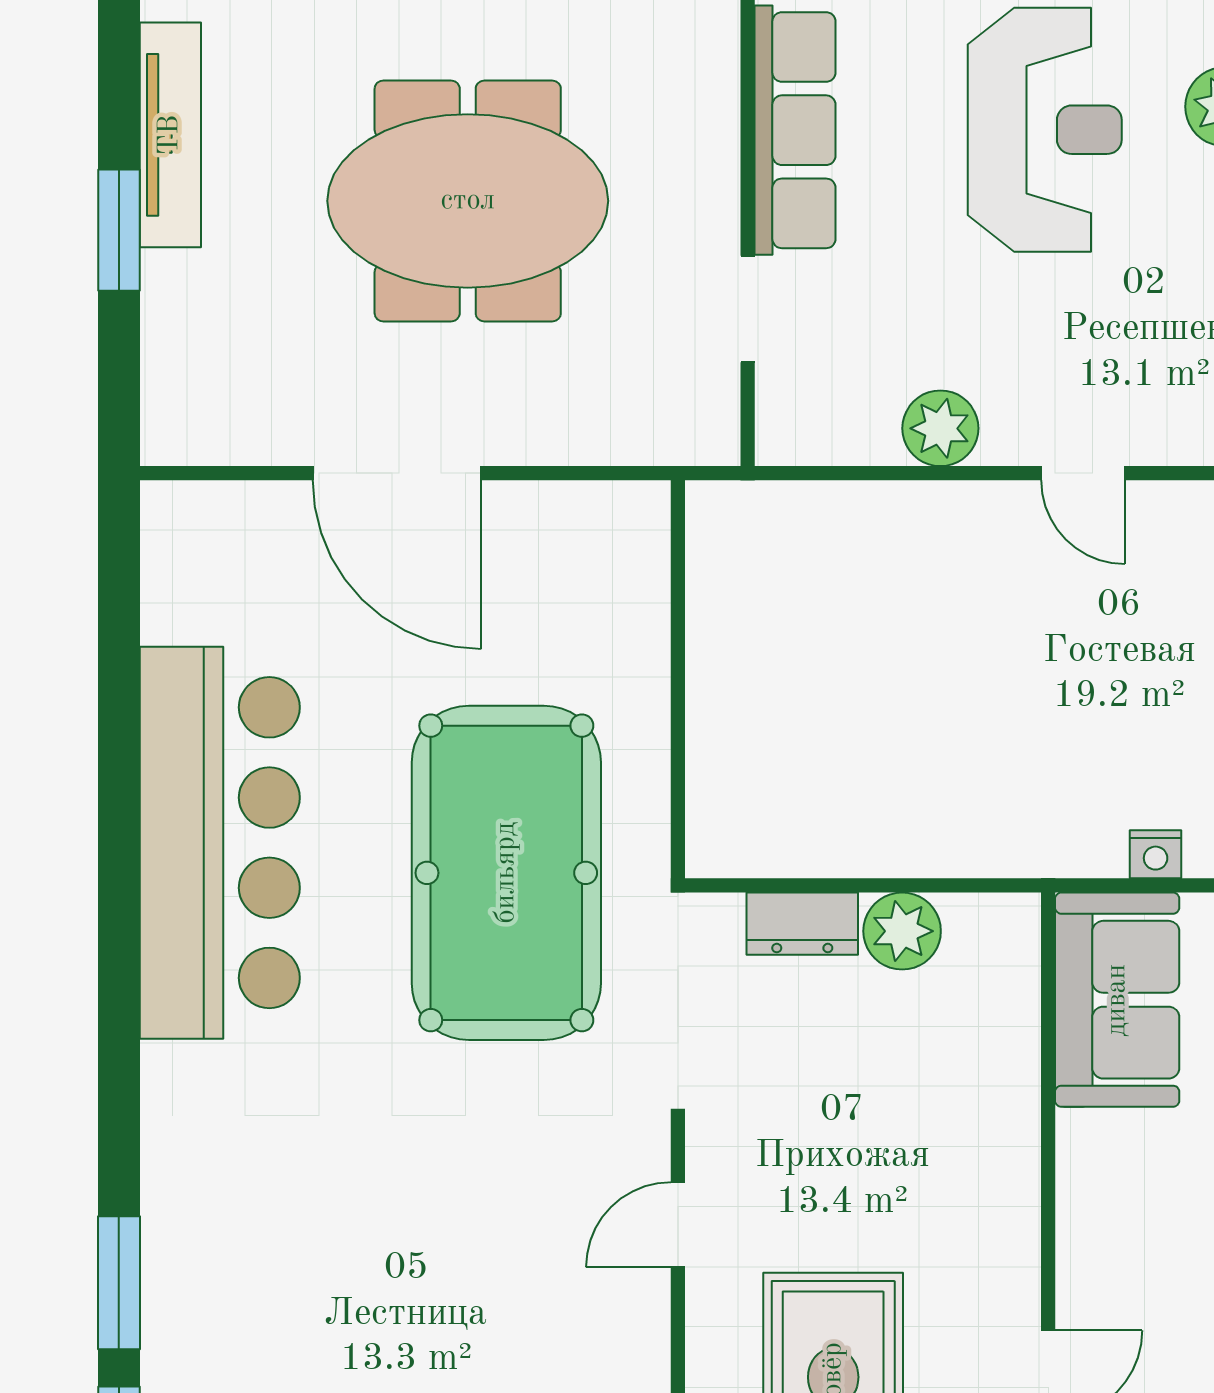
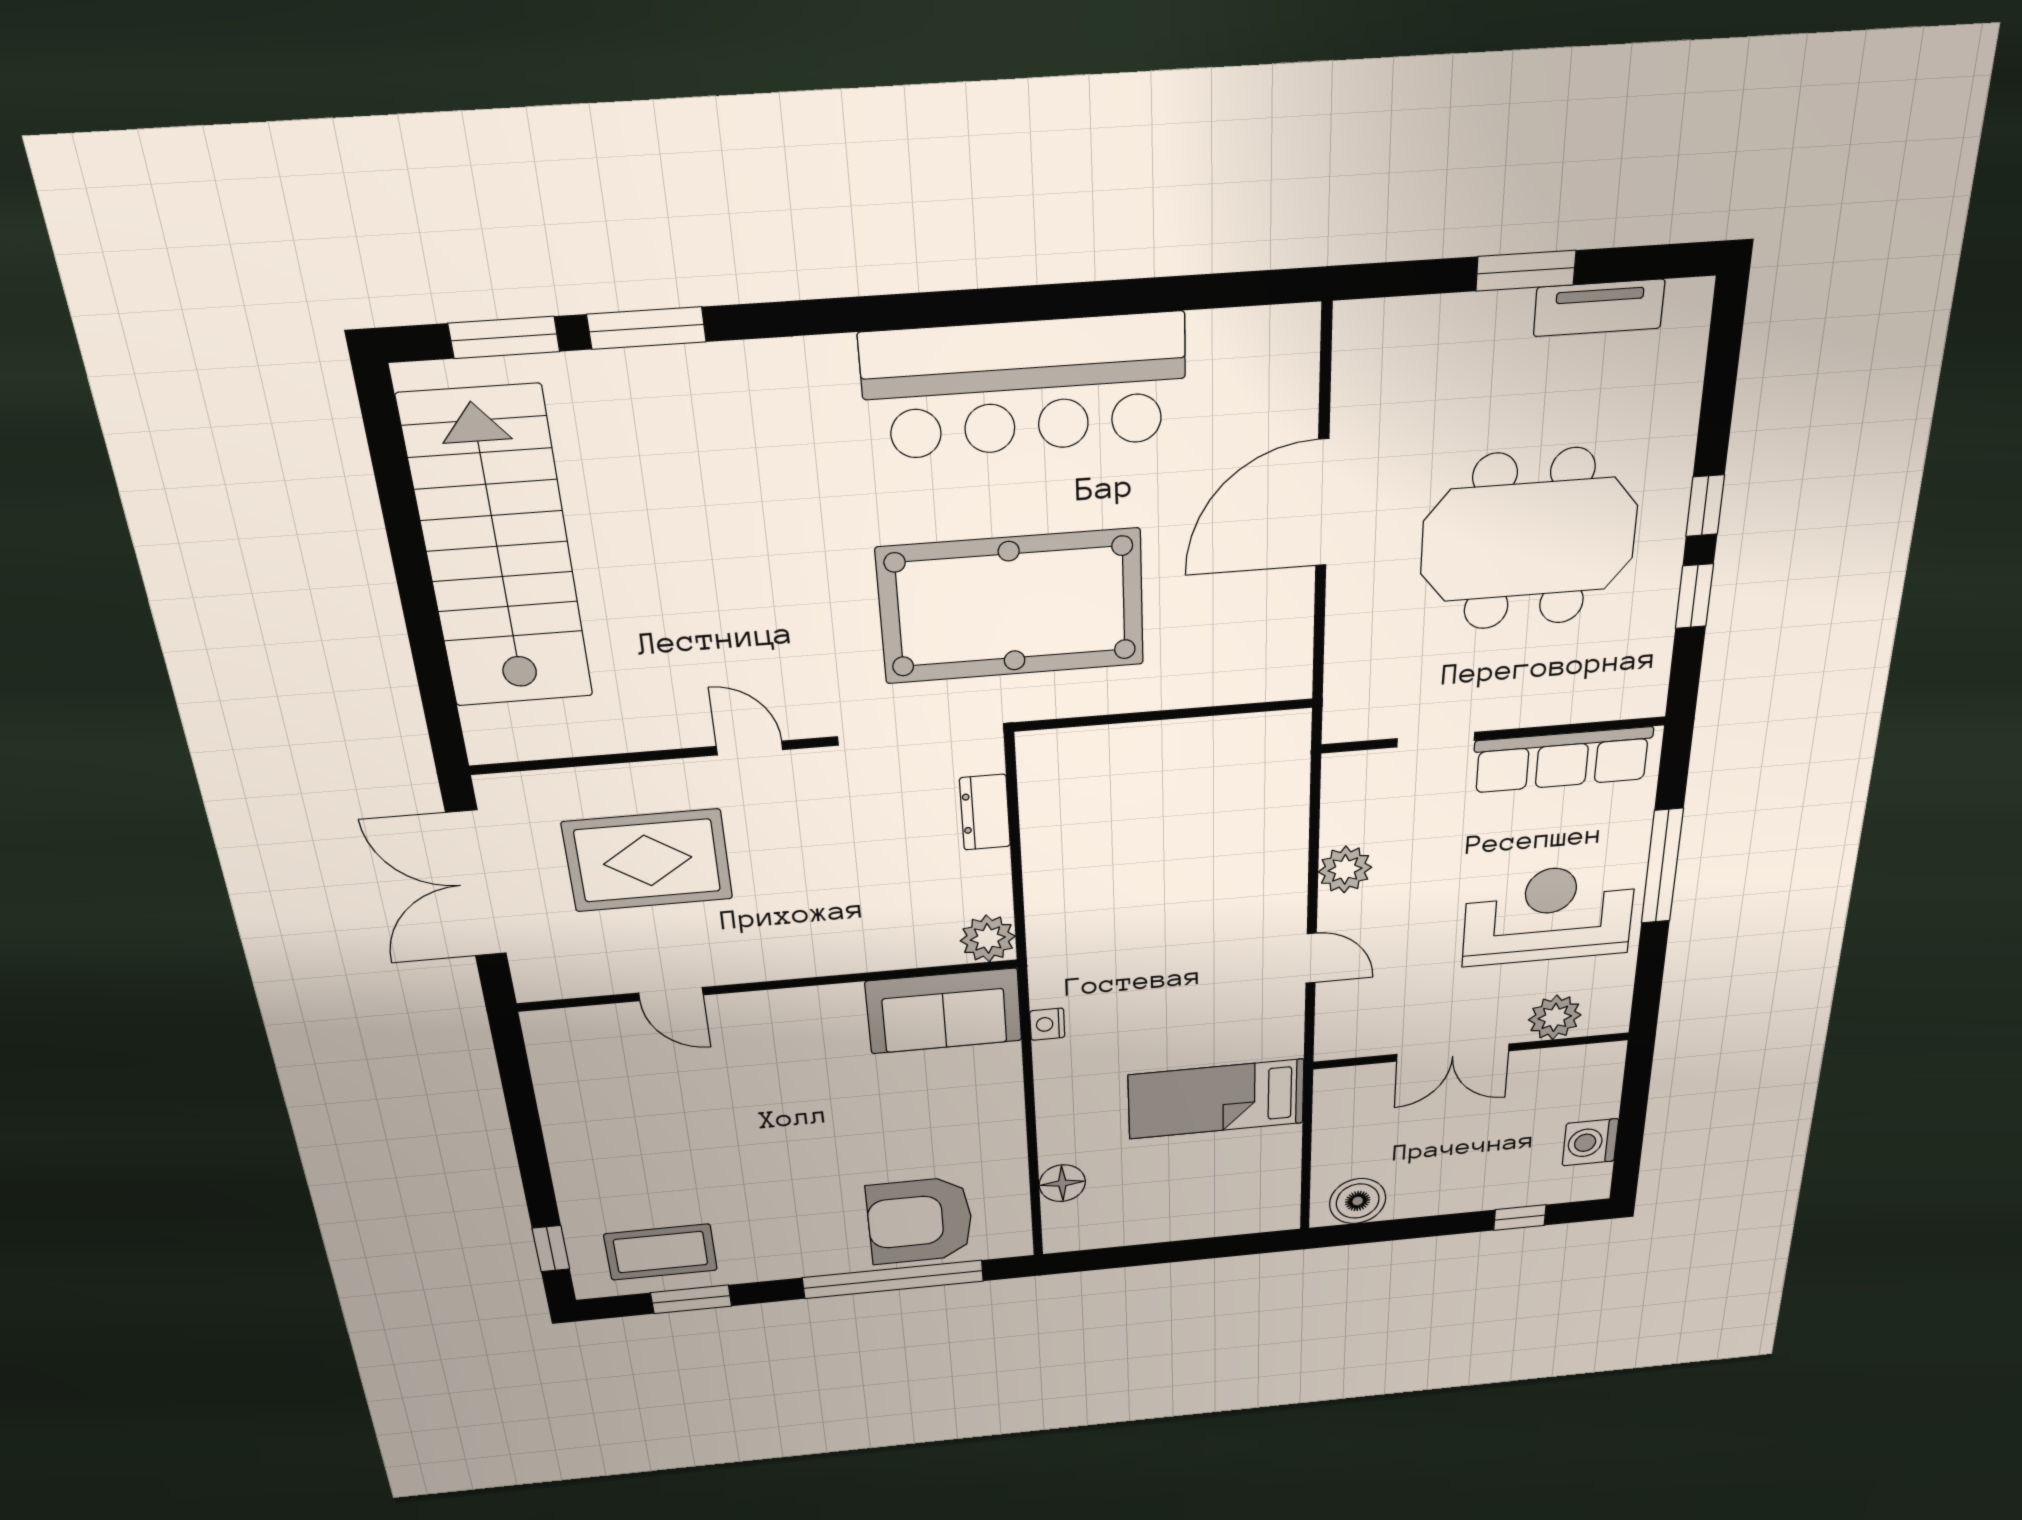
reception desk: (1045, 130) -> (1549, 915), turned 180
tv unit: (170, 135) -> (1599, 308), width x0.71
meeting table: (468, 201) -> (1529, 540), turned 90
door: (1083, 473) -> (1311, 958), swing flipped
plant: (902, 931) -> (988, 939), moved

